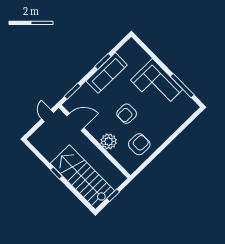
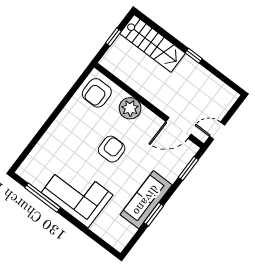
door: (48, 116) -> (217, 131), swing flipped
armchair: (139, 144) -> (97, 93), moved
stairs: (82, 177) -> (153, 43), width x0.73, depth x0.66

